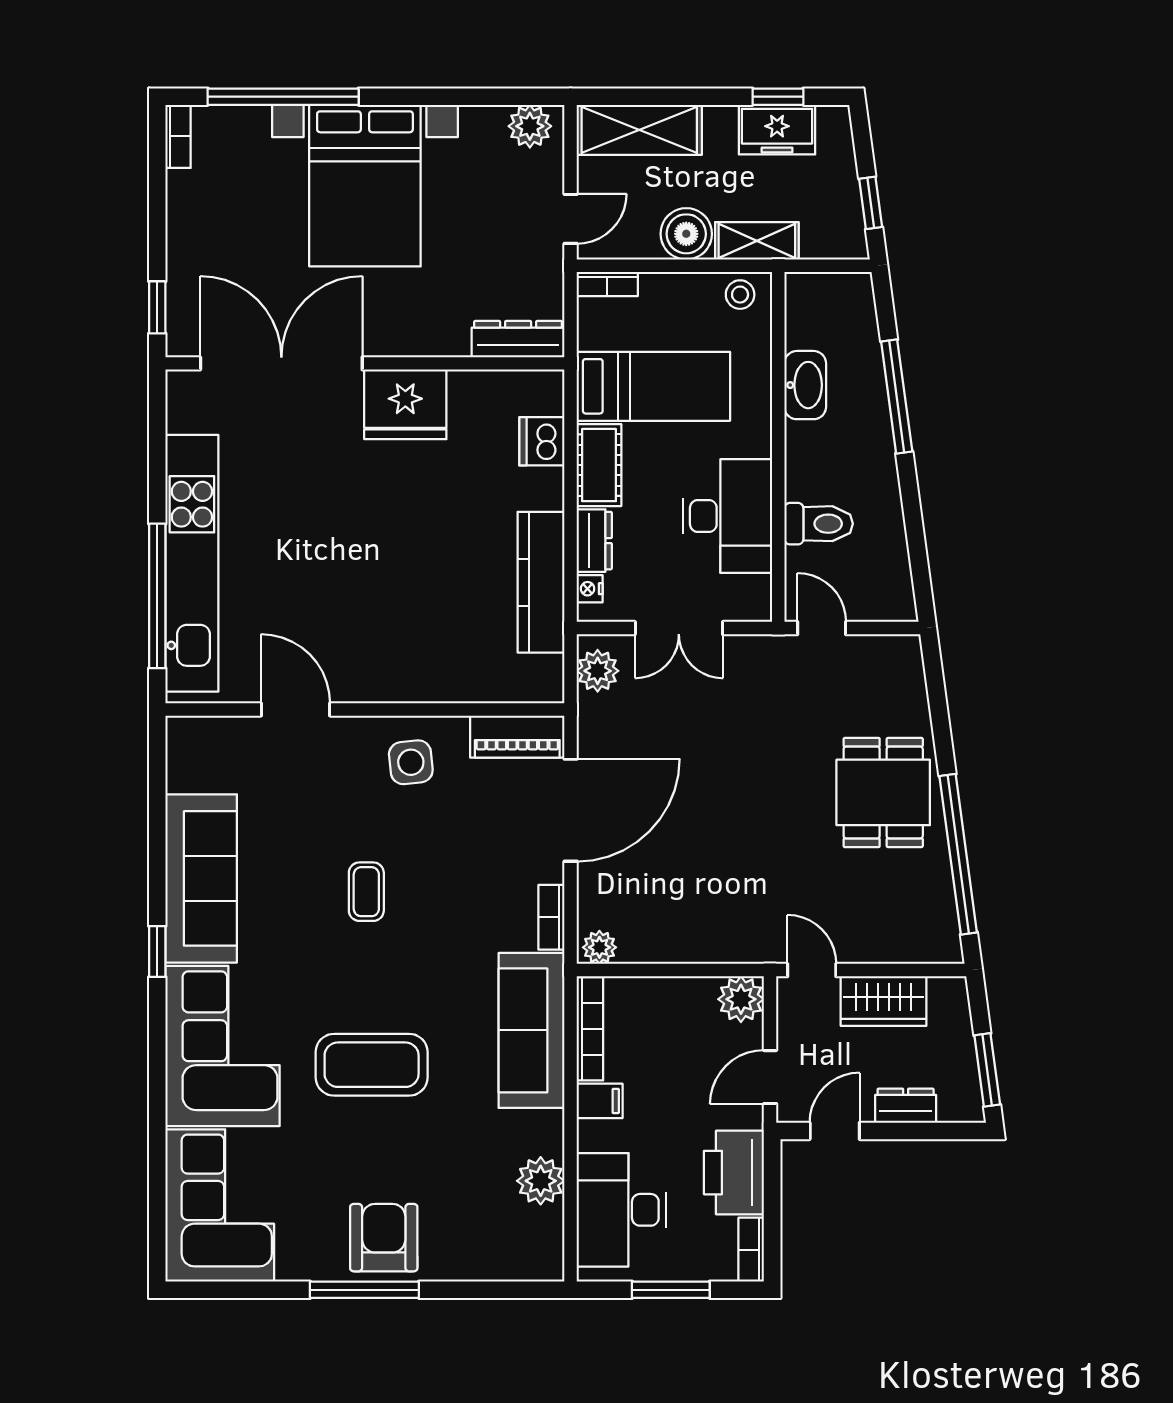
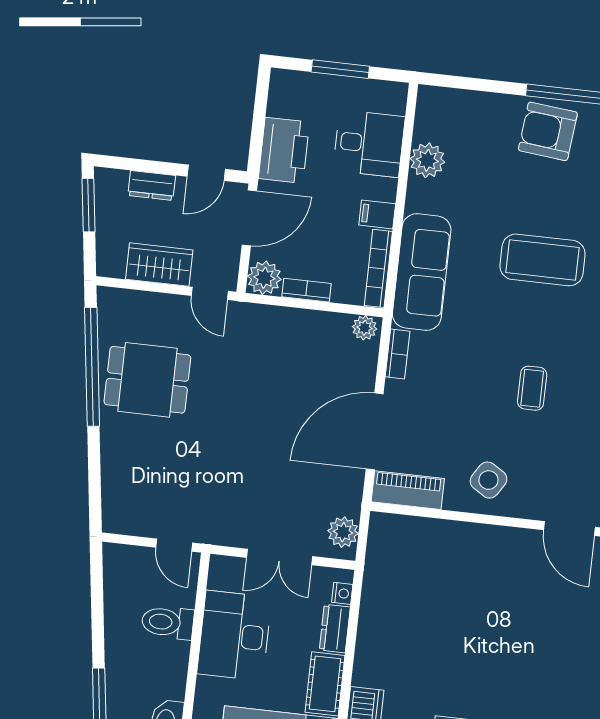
kitchen counter: (541, 582) -> (378, 602), removed
double door: (679, 628) -> (279, 557), swing flipped
side table: (411, 762) -> (489, 480), turned 38
dining table: (883, 792) -> (147, 380), moved, turned 90
door: (770, 1077) -> (249, 218), width x1.38
desk: (621, 1210) -> (369, 144), width x0.73
armchair: (384, 1238) -> (548, 131), turned 96
bookcase: (751, 1250) -> (307, 290), moved, turned -90

